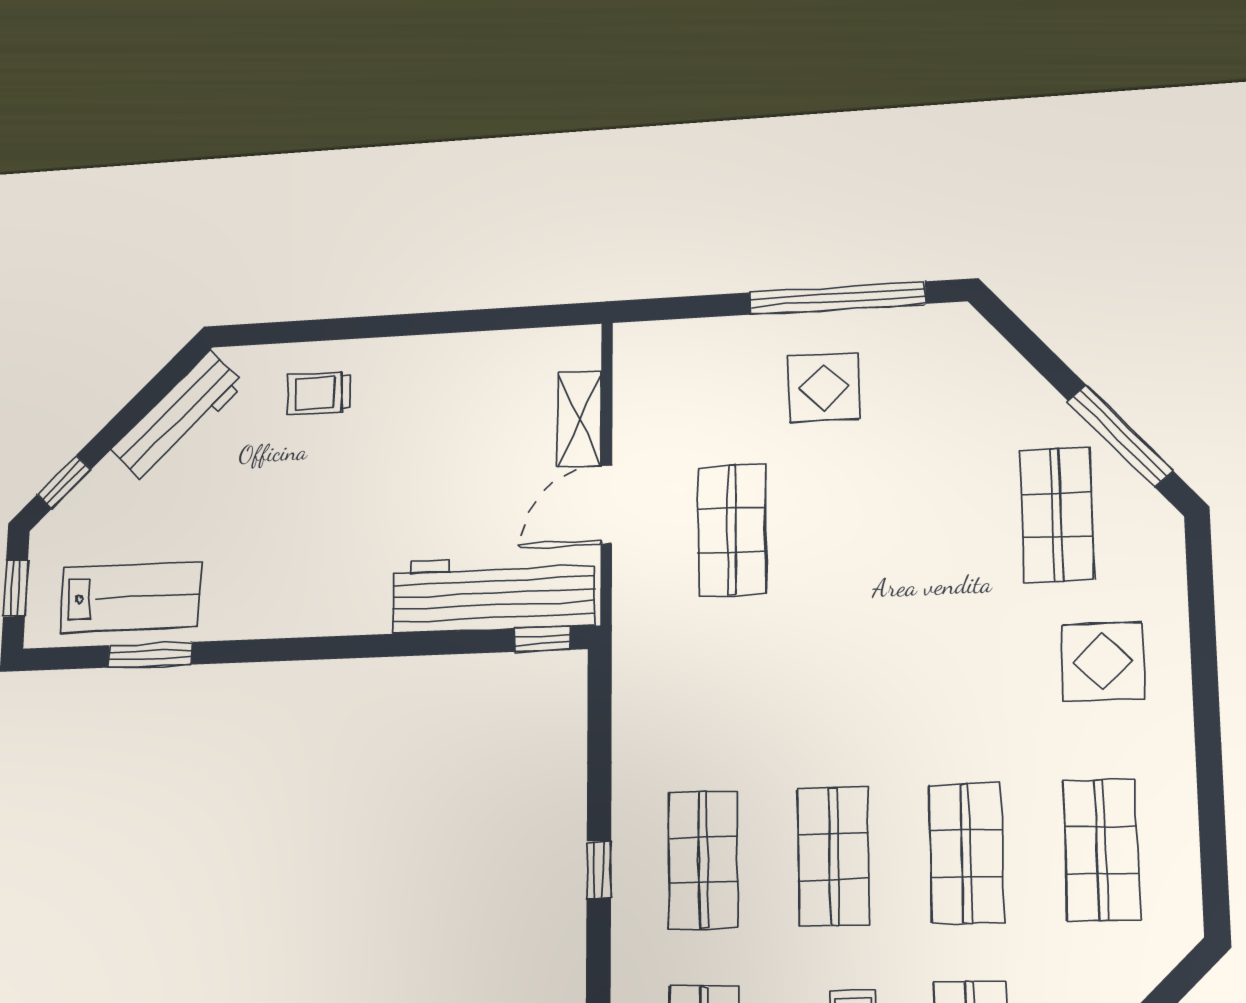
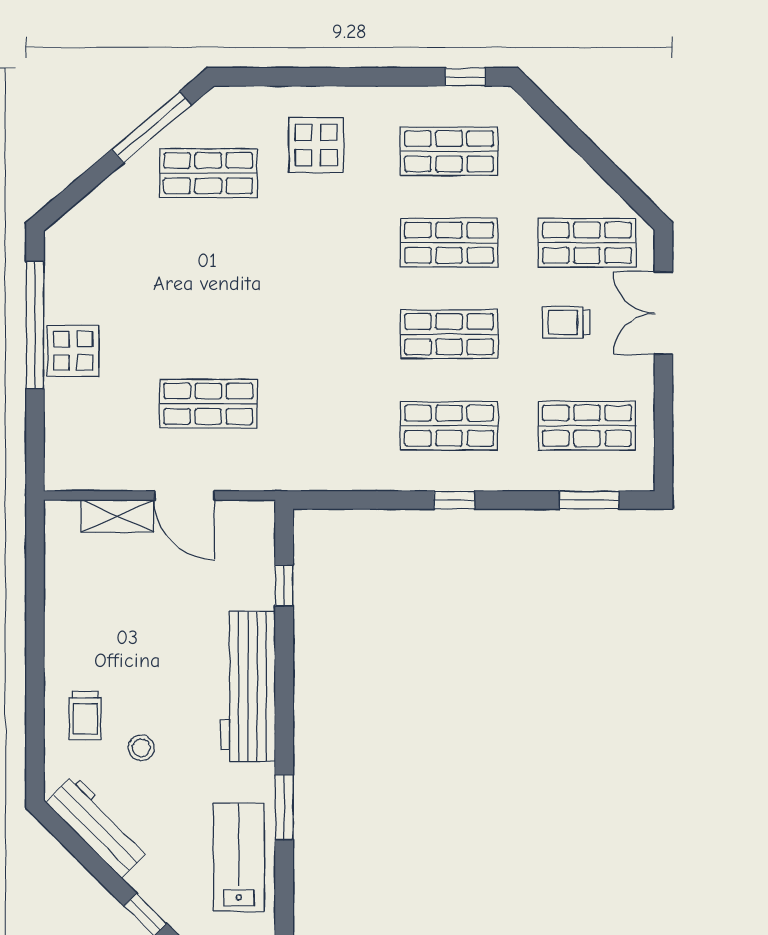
display table: (824, 387) -> (73, 351), moved
stool: (275, 466) -> (141, 748), added
workbench: (493, 594) -> (248, 686), moved
window: (542, 639) -> (284, 585), moved
window: (150, 655) -> (284, 807), moved
window: (1214, 871) -> (466, 77), added

